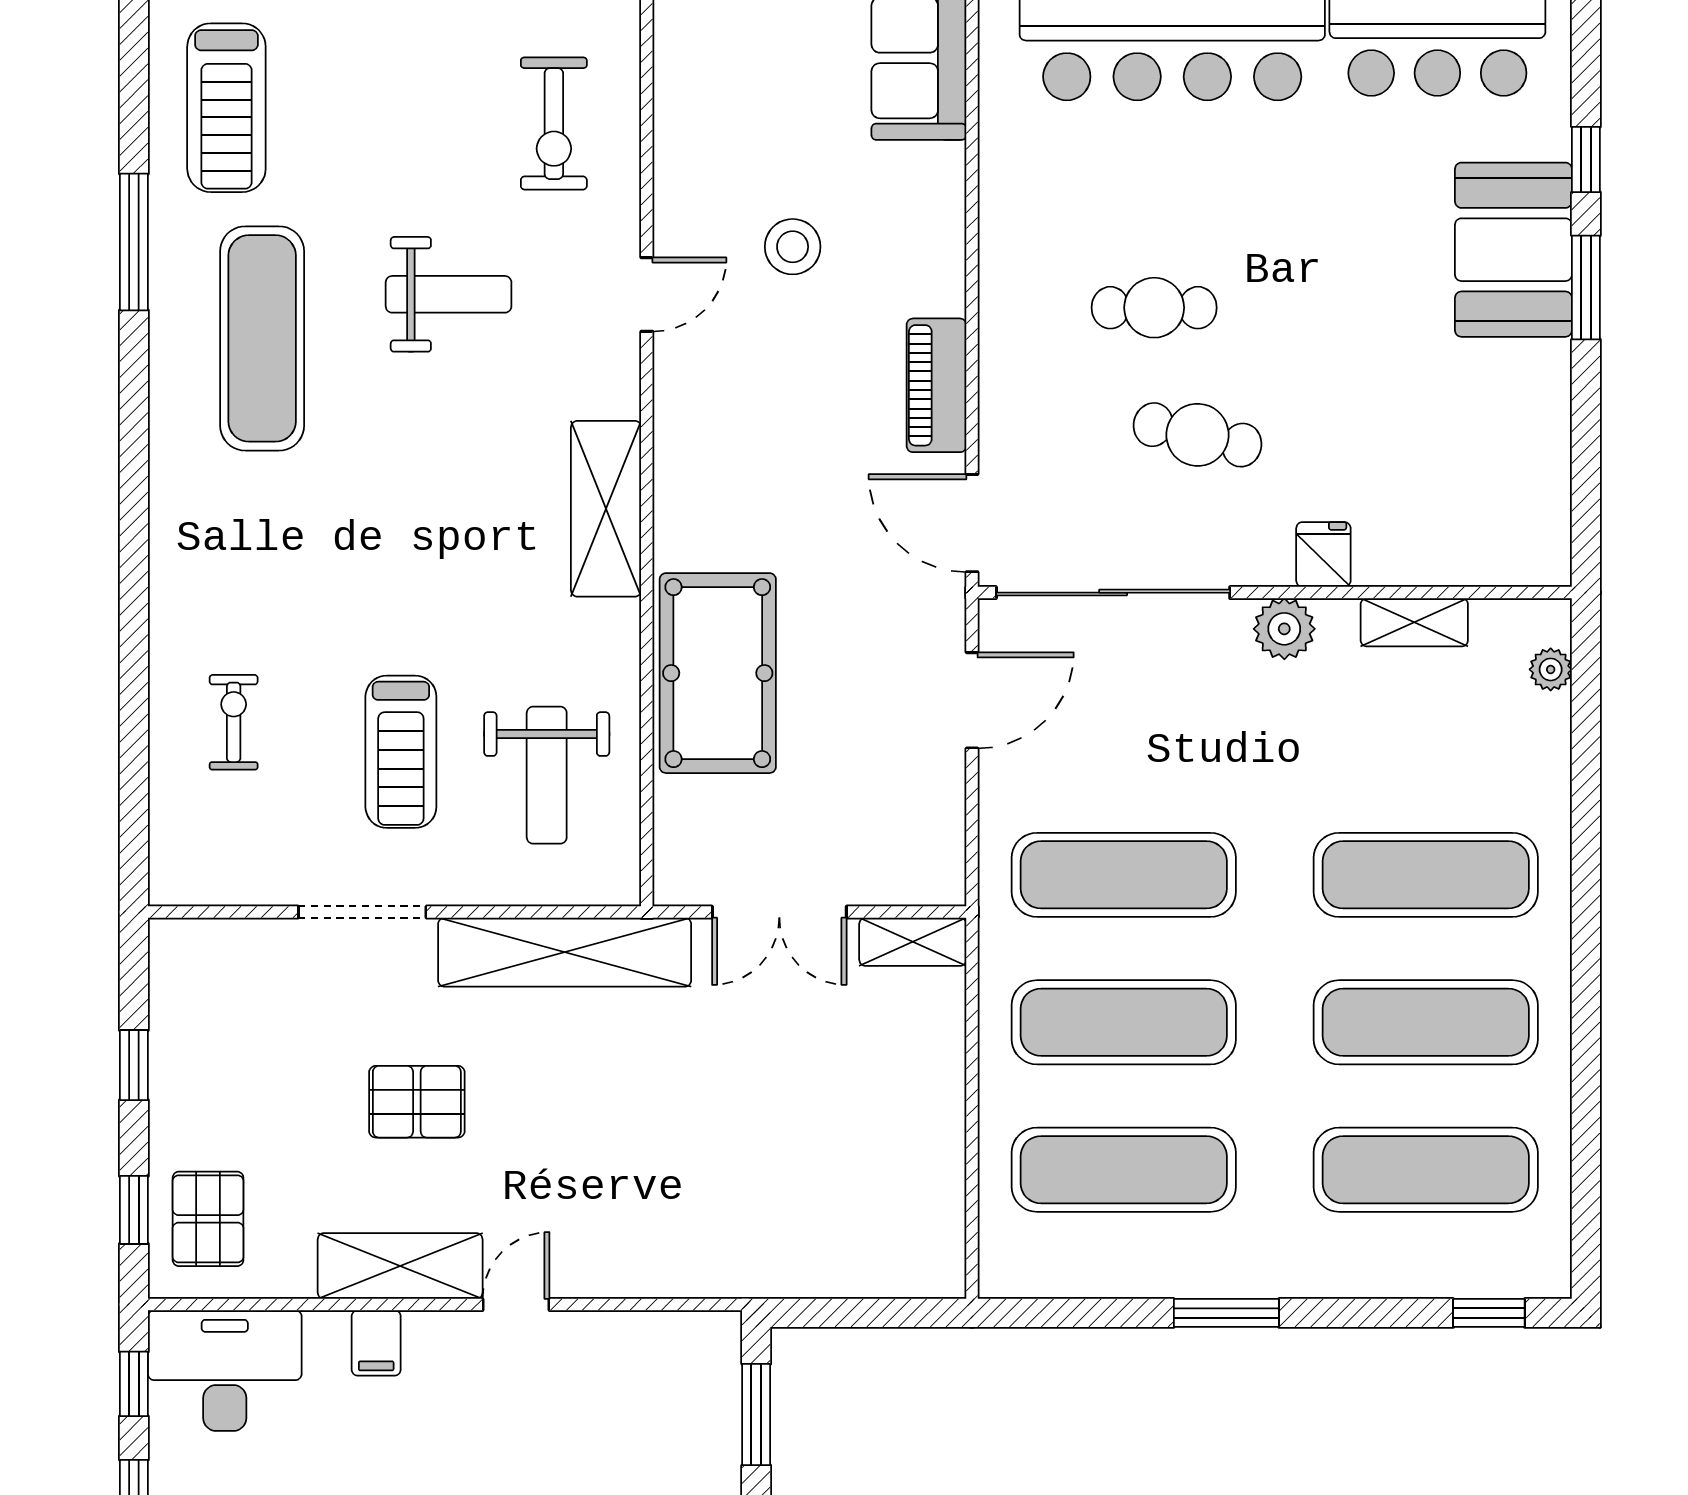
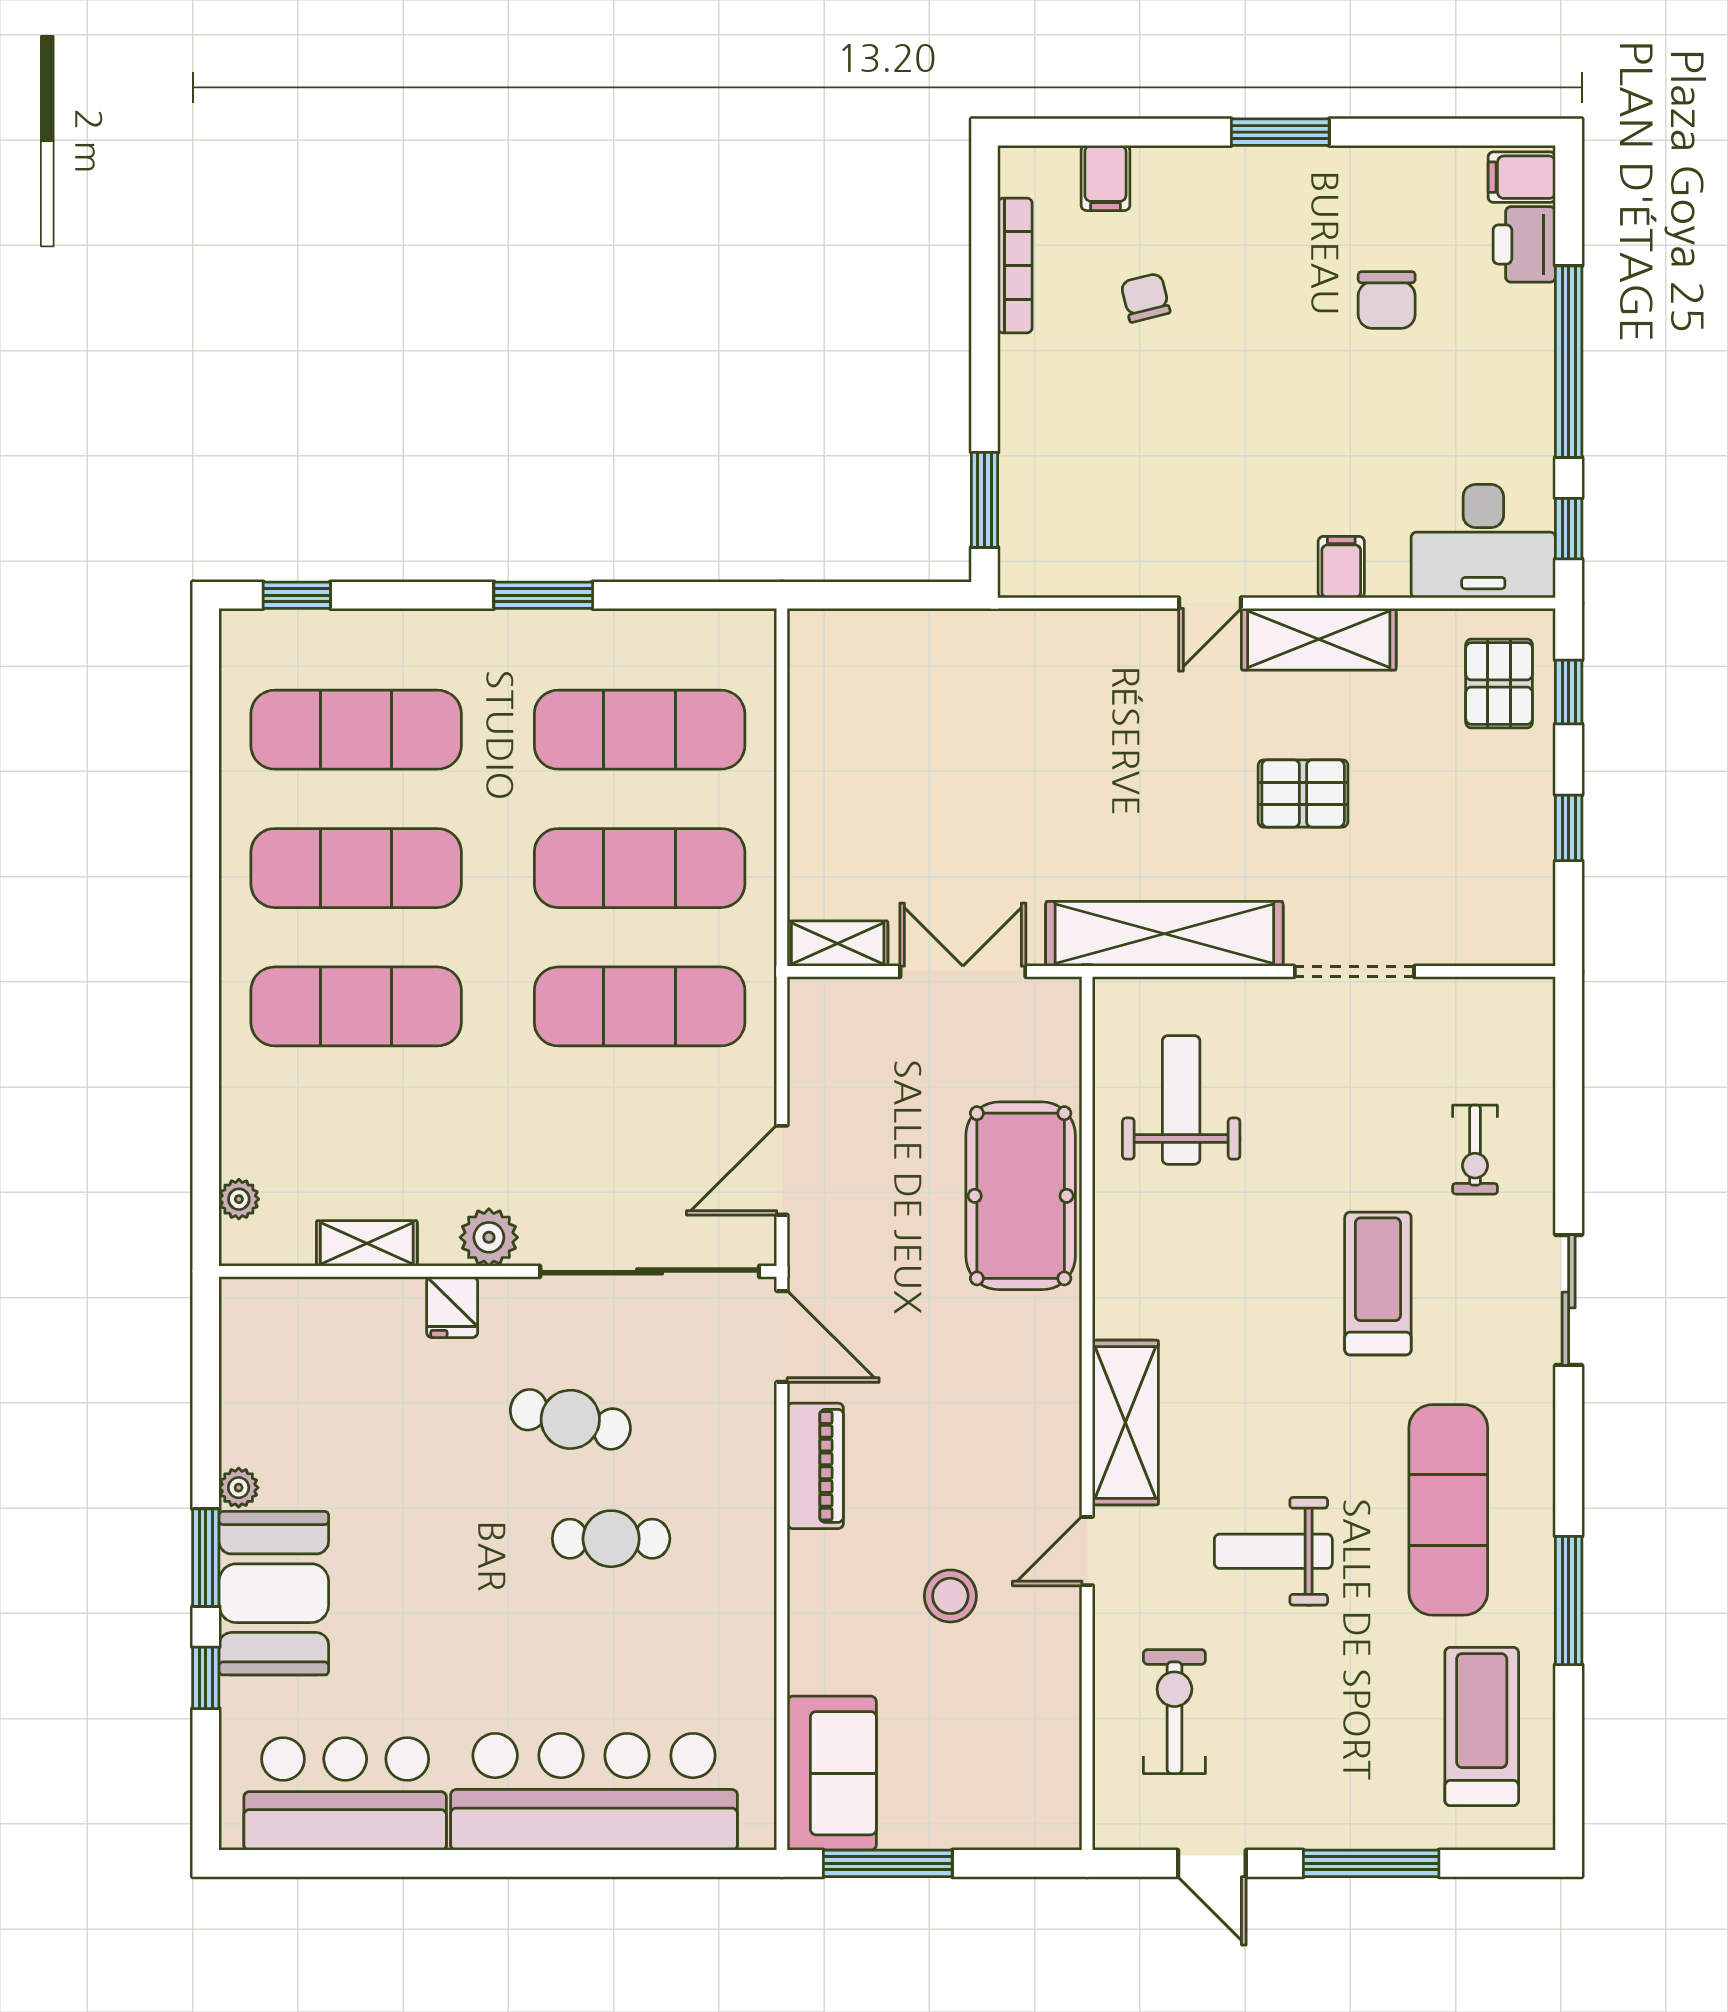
plant: (1551, 362) -> (239, 1488), added
shelving: (606, 509) -> (1125, 1423), moved
sliding door: (134, 562) -> (1569, 1300), added
treadmill: (401, 752) -> (1378, 1283), moved

